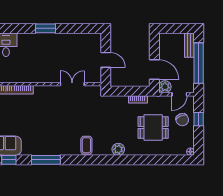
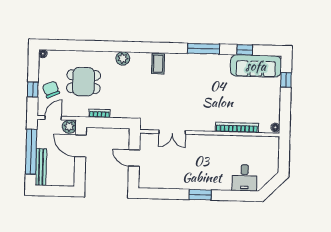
bench: (189, 45) -> (41, 167), width x1.36

